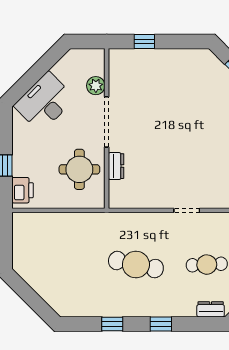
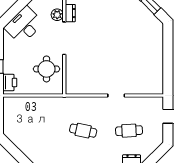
dresser: (116, 166) -> (70, 13), moved
cafe table: (136, 265) -> (83, 131), width x0.73, depth x0.74

